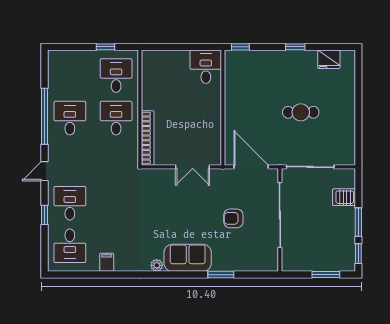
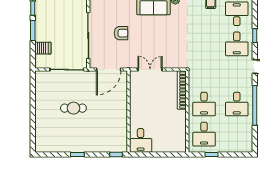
fridge: (329, 59) -> (54, 146), removed
door: (251, 167) -> (109, 70), hinge flipped

